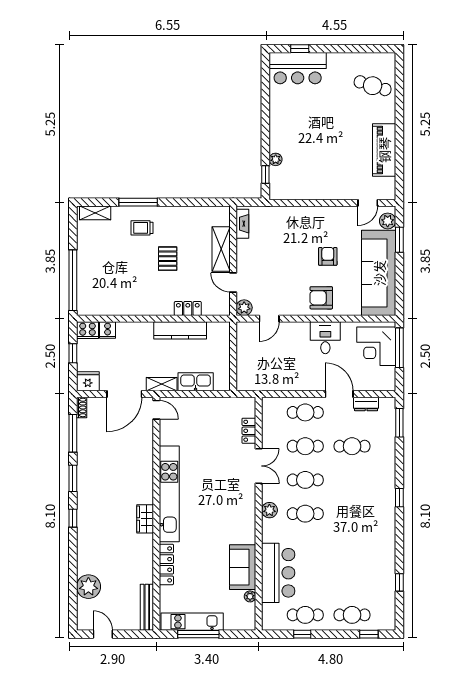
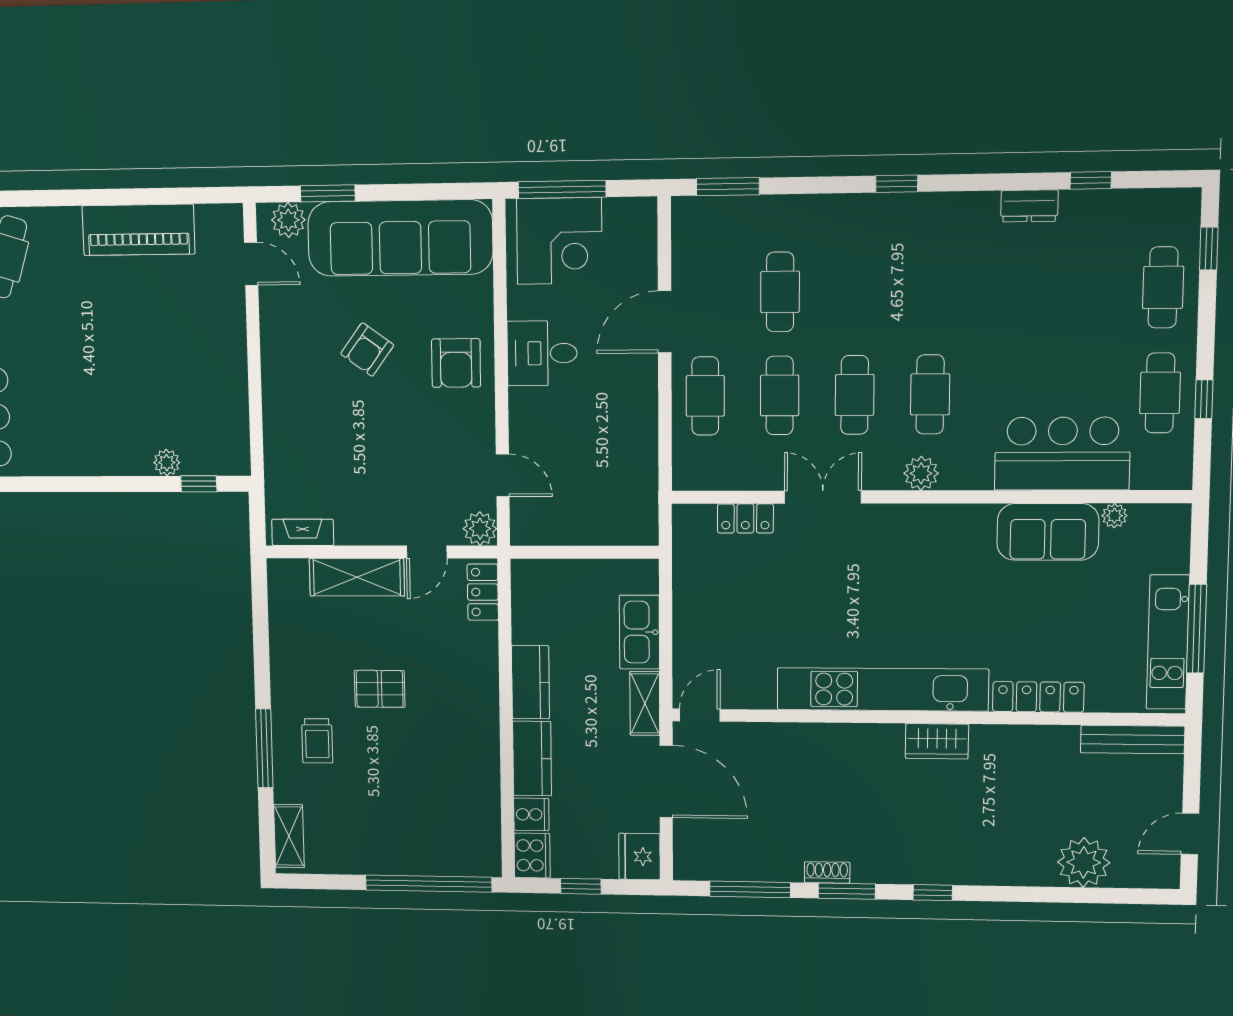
armchair: (328, 256) -> (367, 350), turned -54
locker: (188, 309) -> (483, 592), moved
kitchen counter: (180, 330) -> (530, 682), width x0.67
kitchen counter: (135, 331) -> (532, 759), added
dresser: (366, 404) -> (1029, 206), moved, turned 90
shoe rack: (82, 407) -> (827, 872), moved

